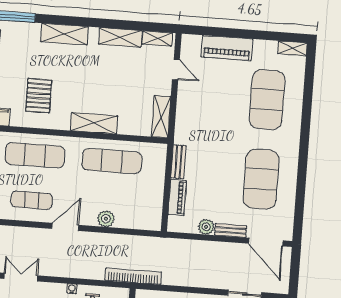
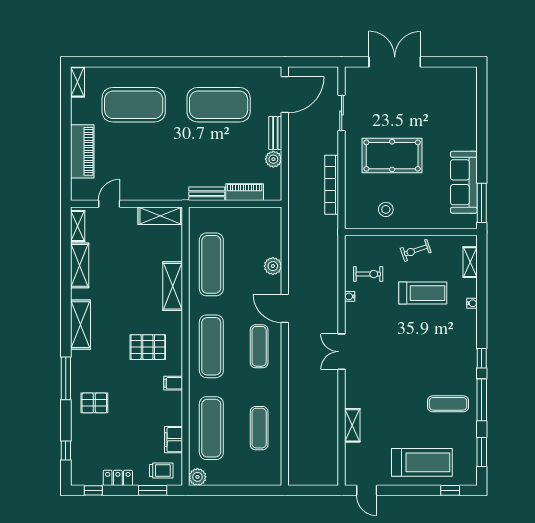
bookcase: (133, 276) -> (332, 185), moved

